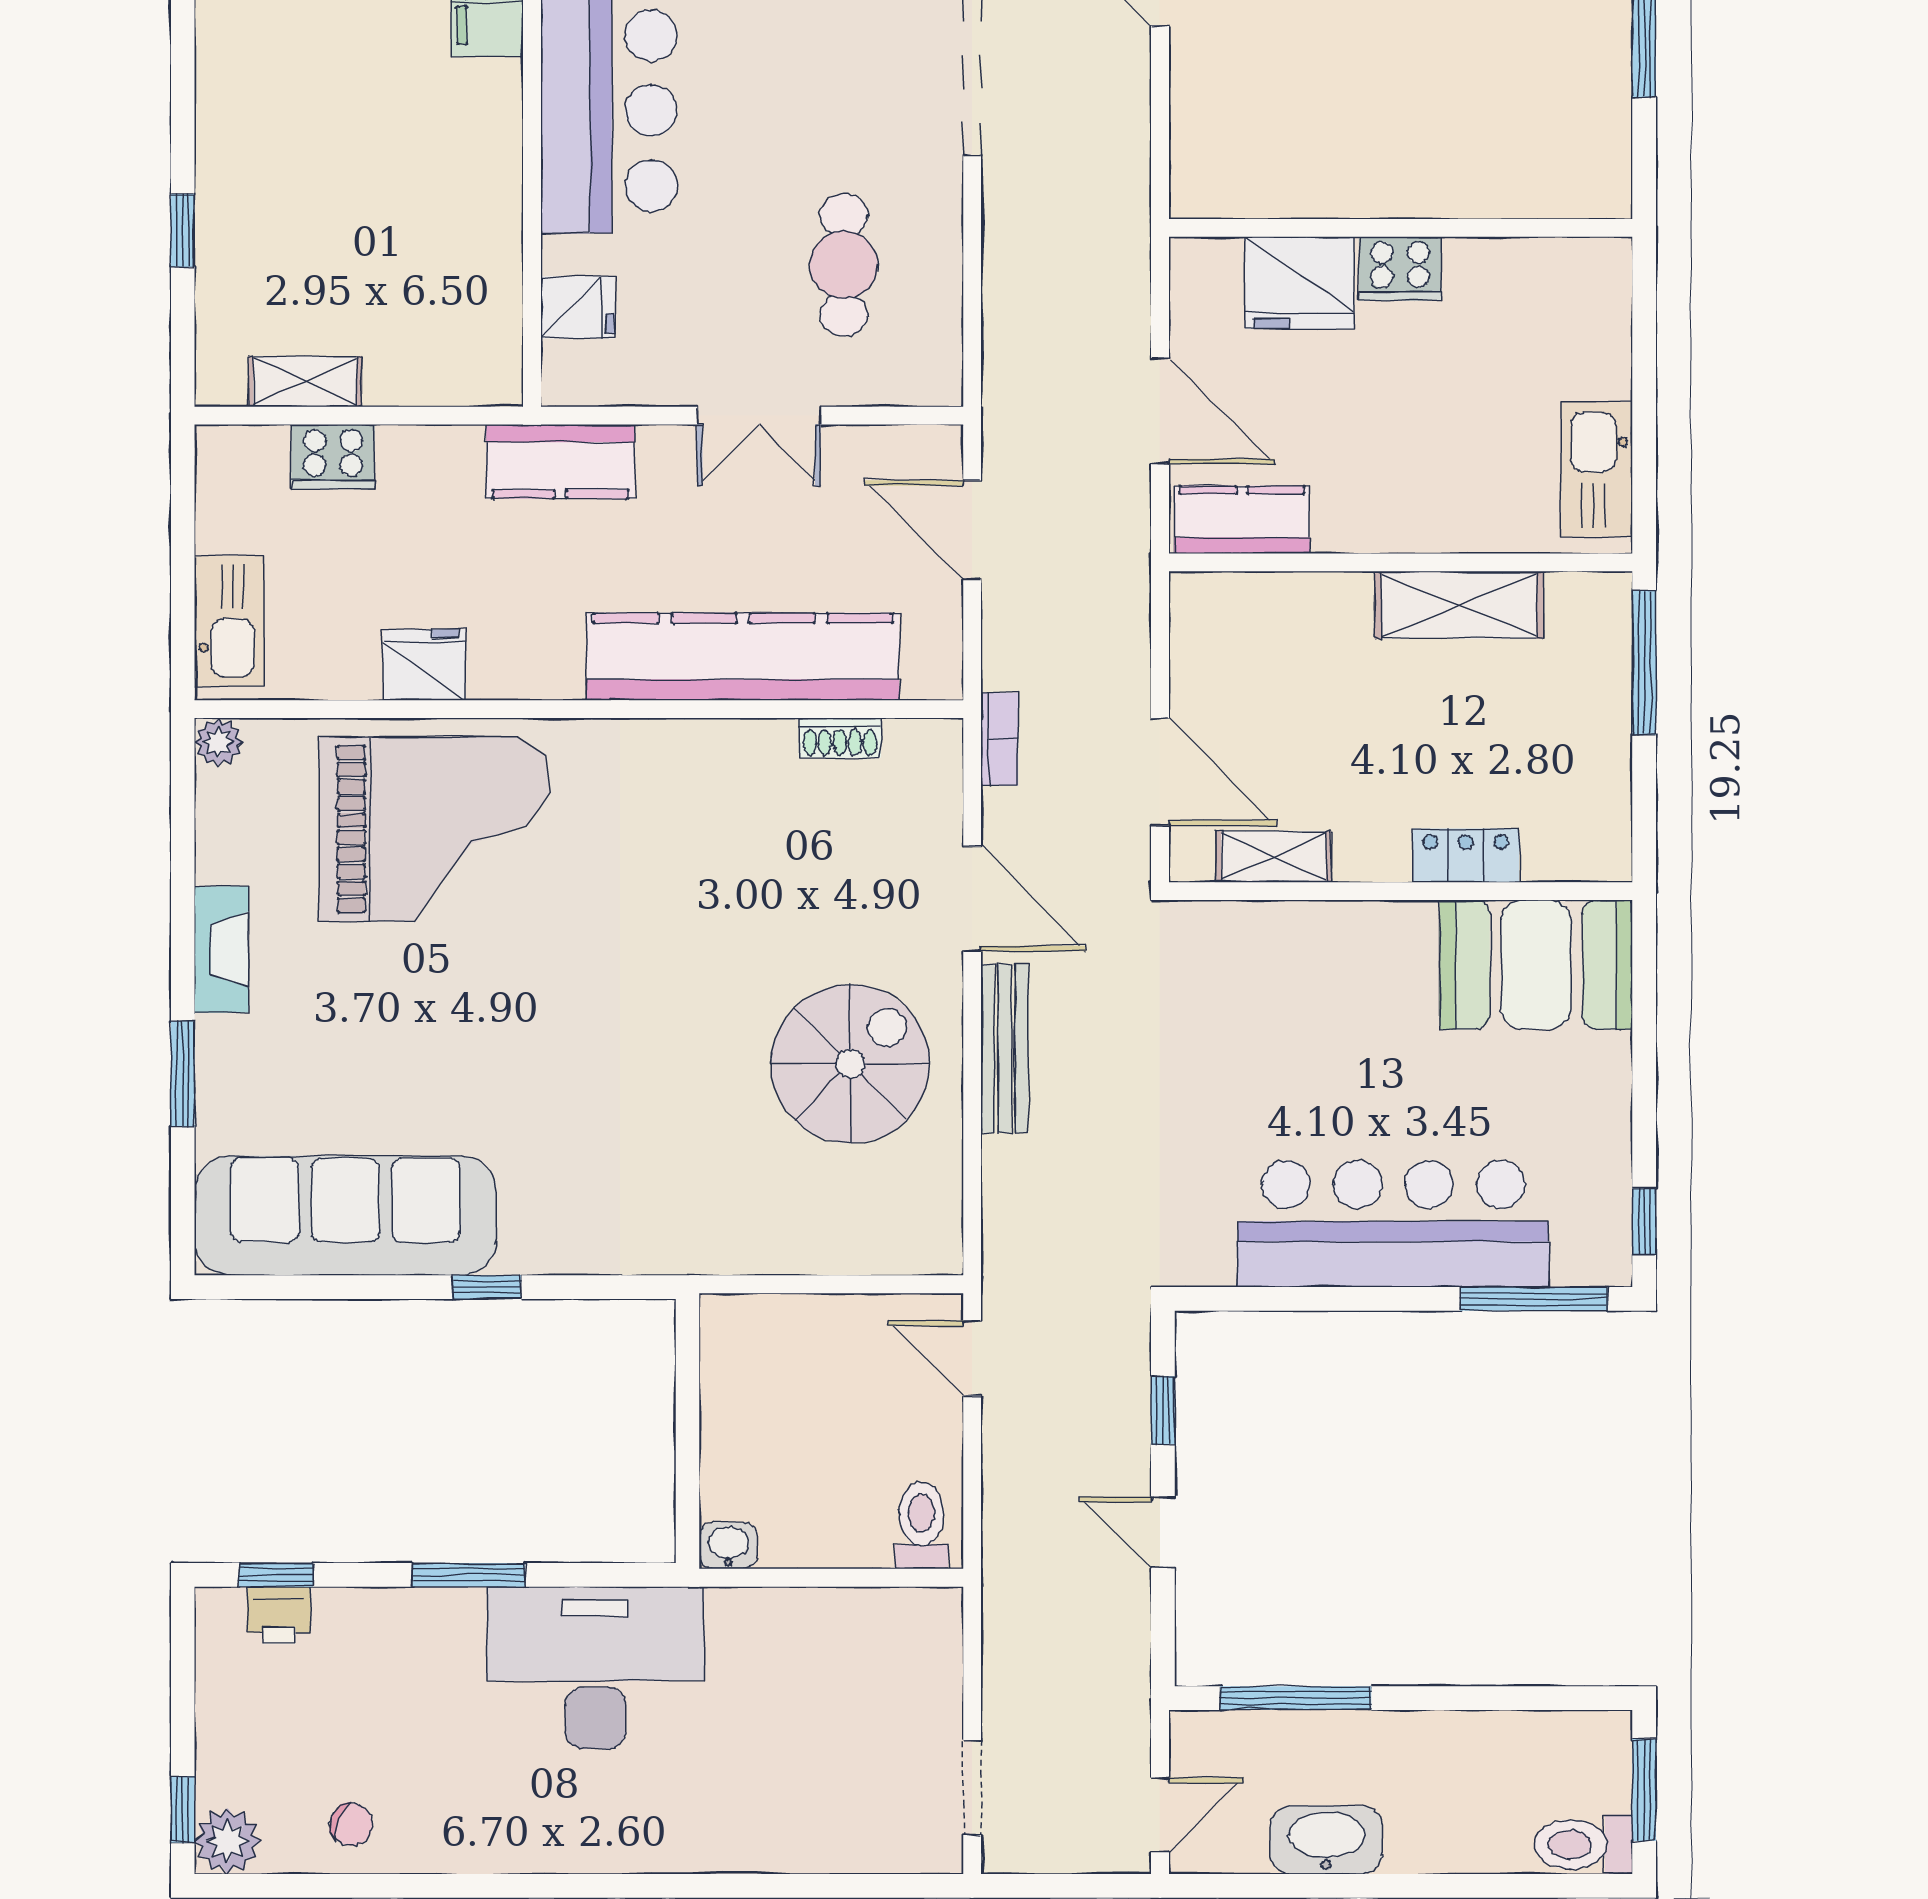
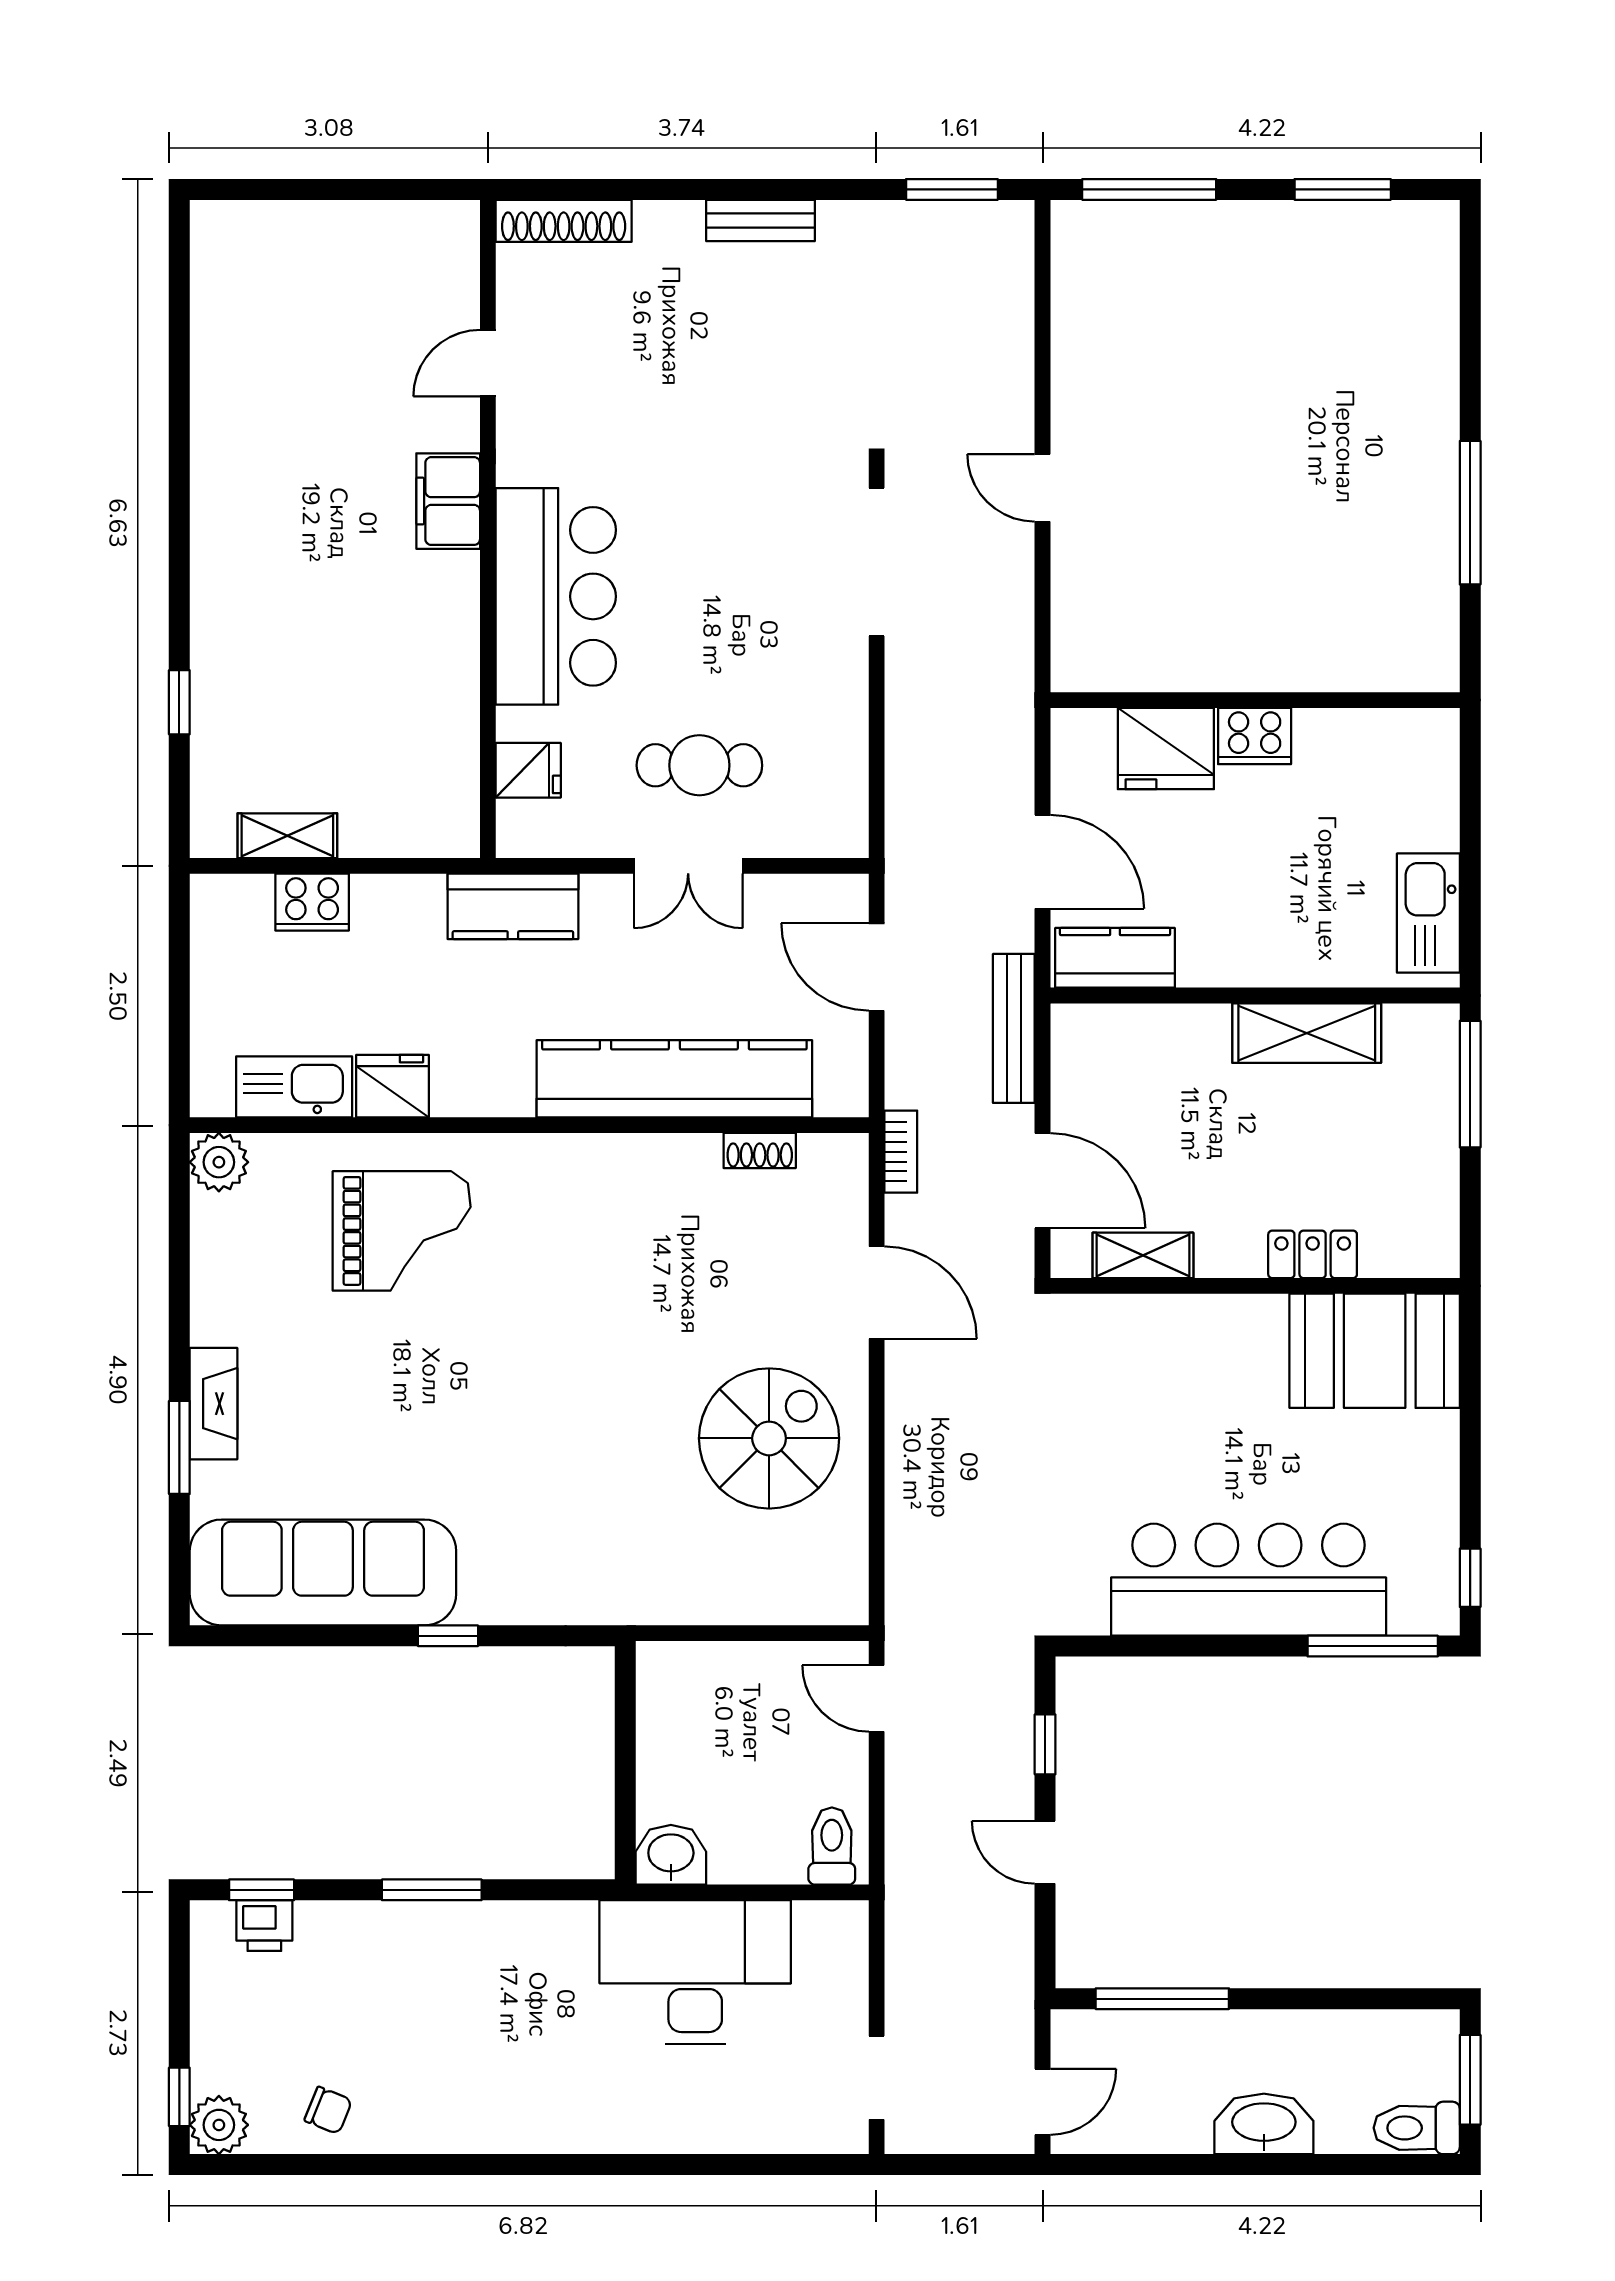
cafe table: (844, 265) -> (699, 765), moved, turned 90
kitchen sink: (229, 621) -> (294, 1087), moved, turned -90
plant: (219, 742) -> (219, 1162), width x1.38, depth x1.38
grand piano: (434, 829) -> (402, 1231), width x0.73, depth x0.68
fireplace: (221, 950) -> (214, 1404), moved
bench: (1005, 1049) -> (1014, 1028), moved
washbasin: (728, 1546) -> (671, 1855), width x1.38, depth x1.45
desk: (595, 1668) -> (695, 1972), moved
washbasin: (1326, 1840) -> (1264, 2124), moved

